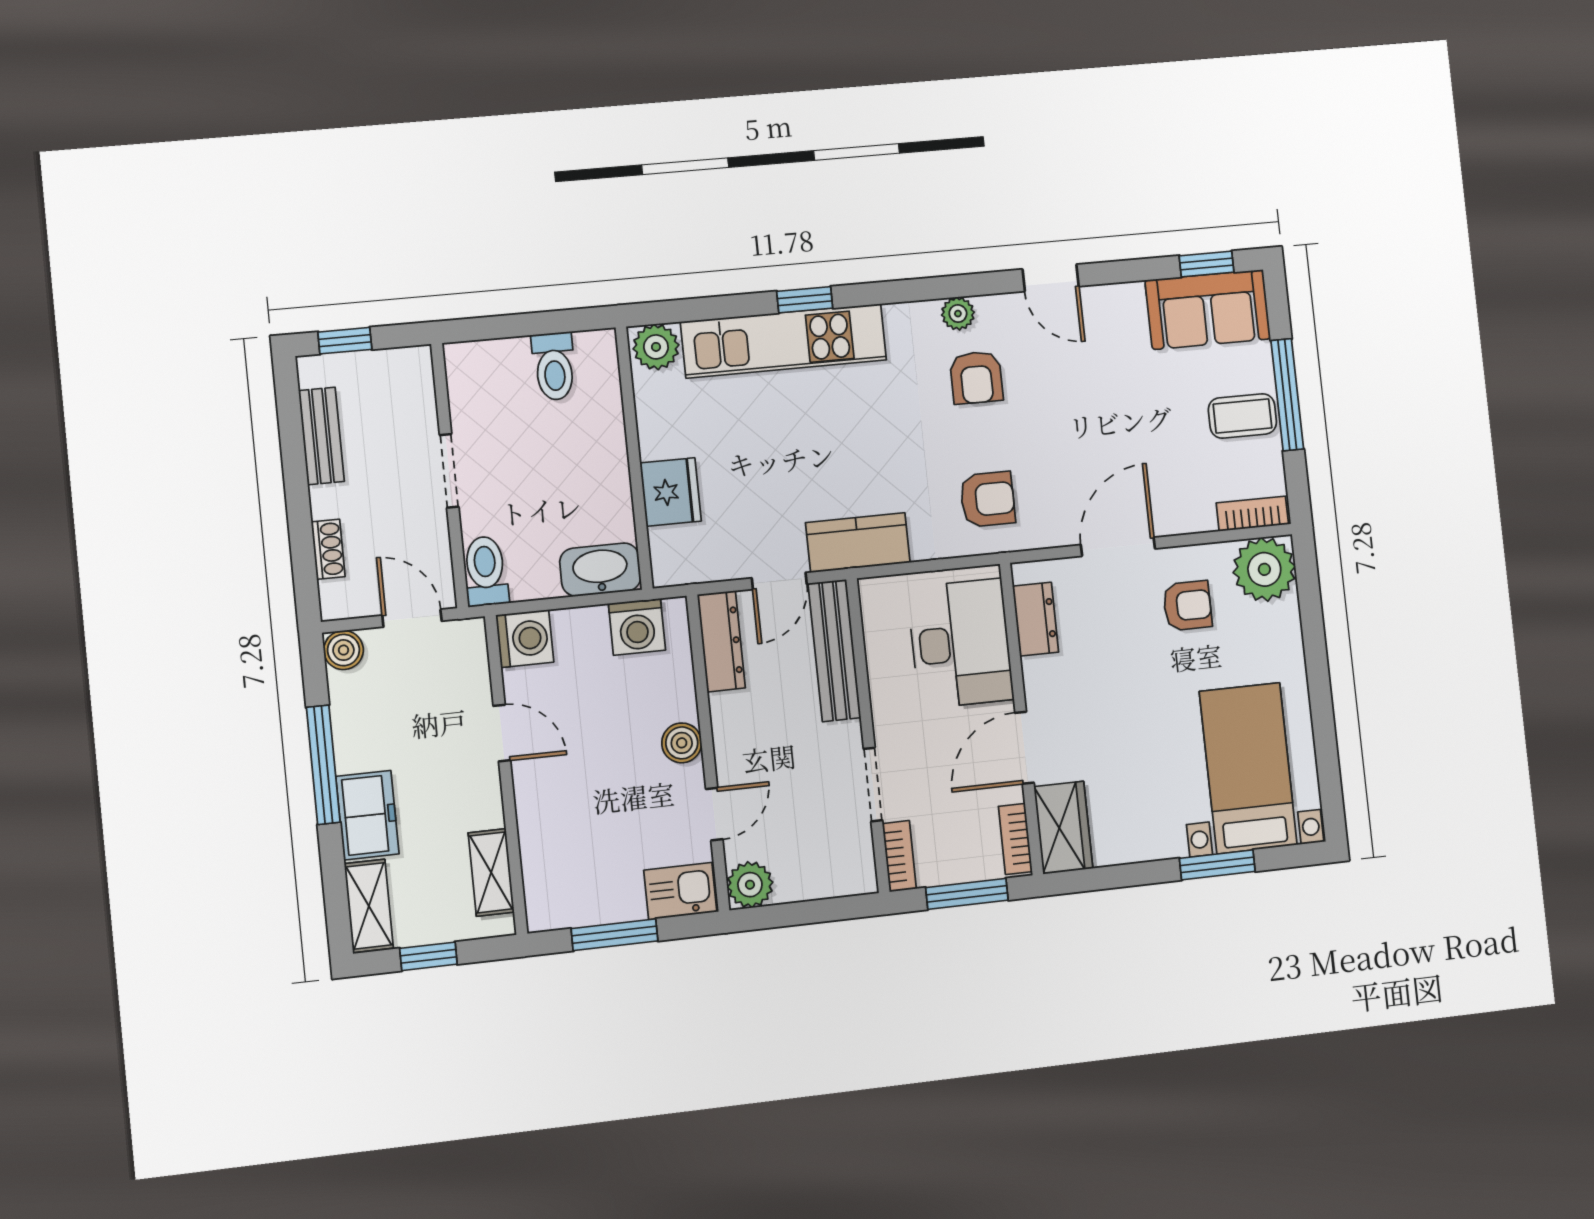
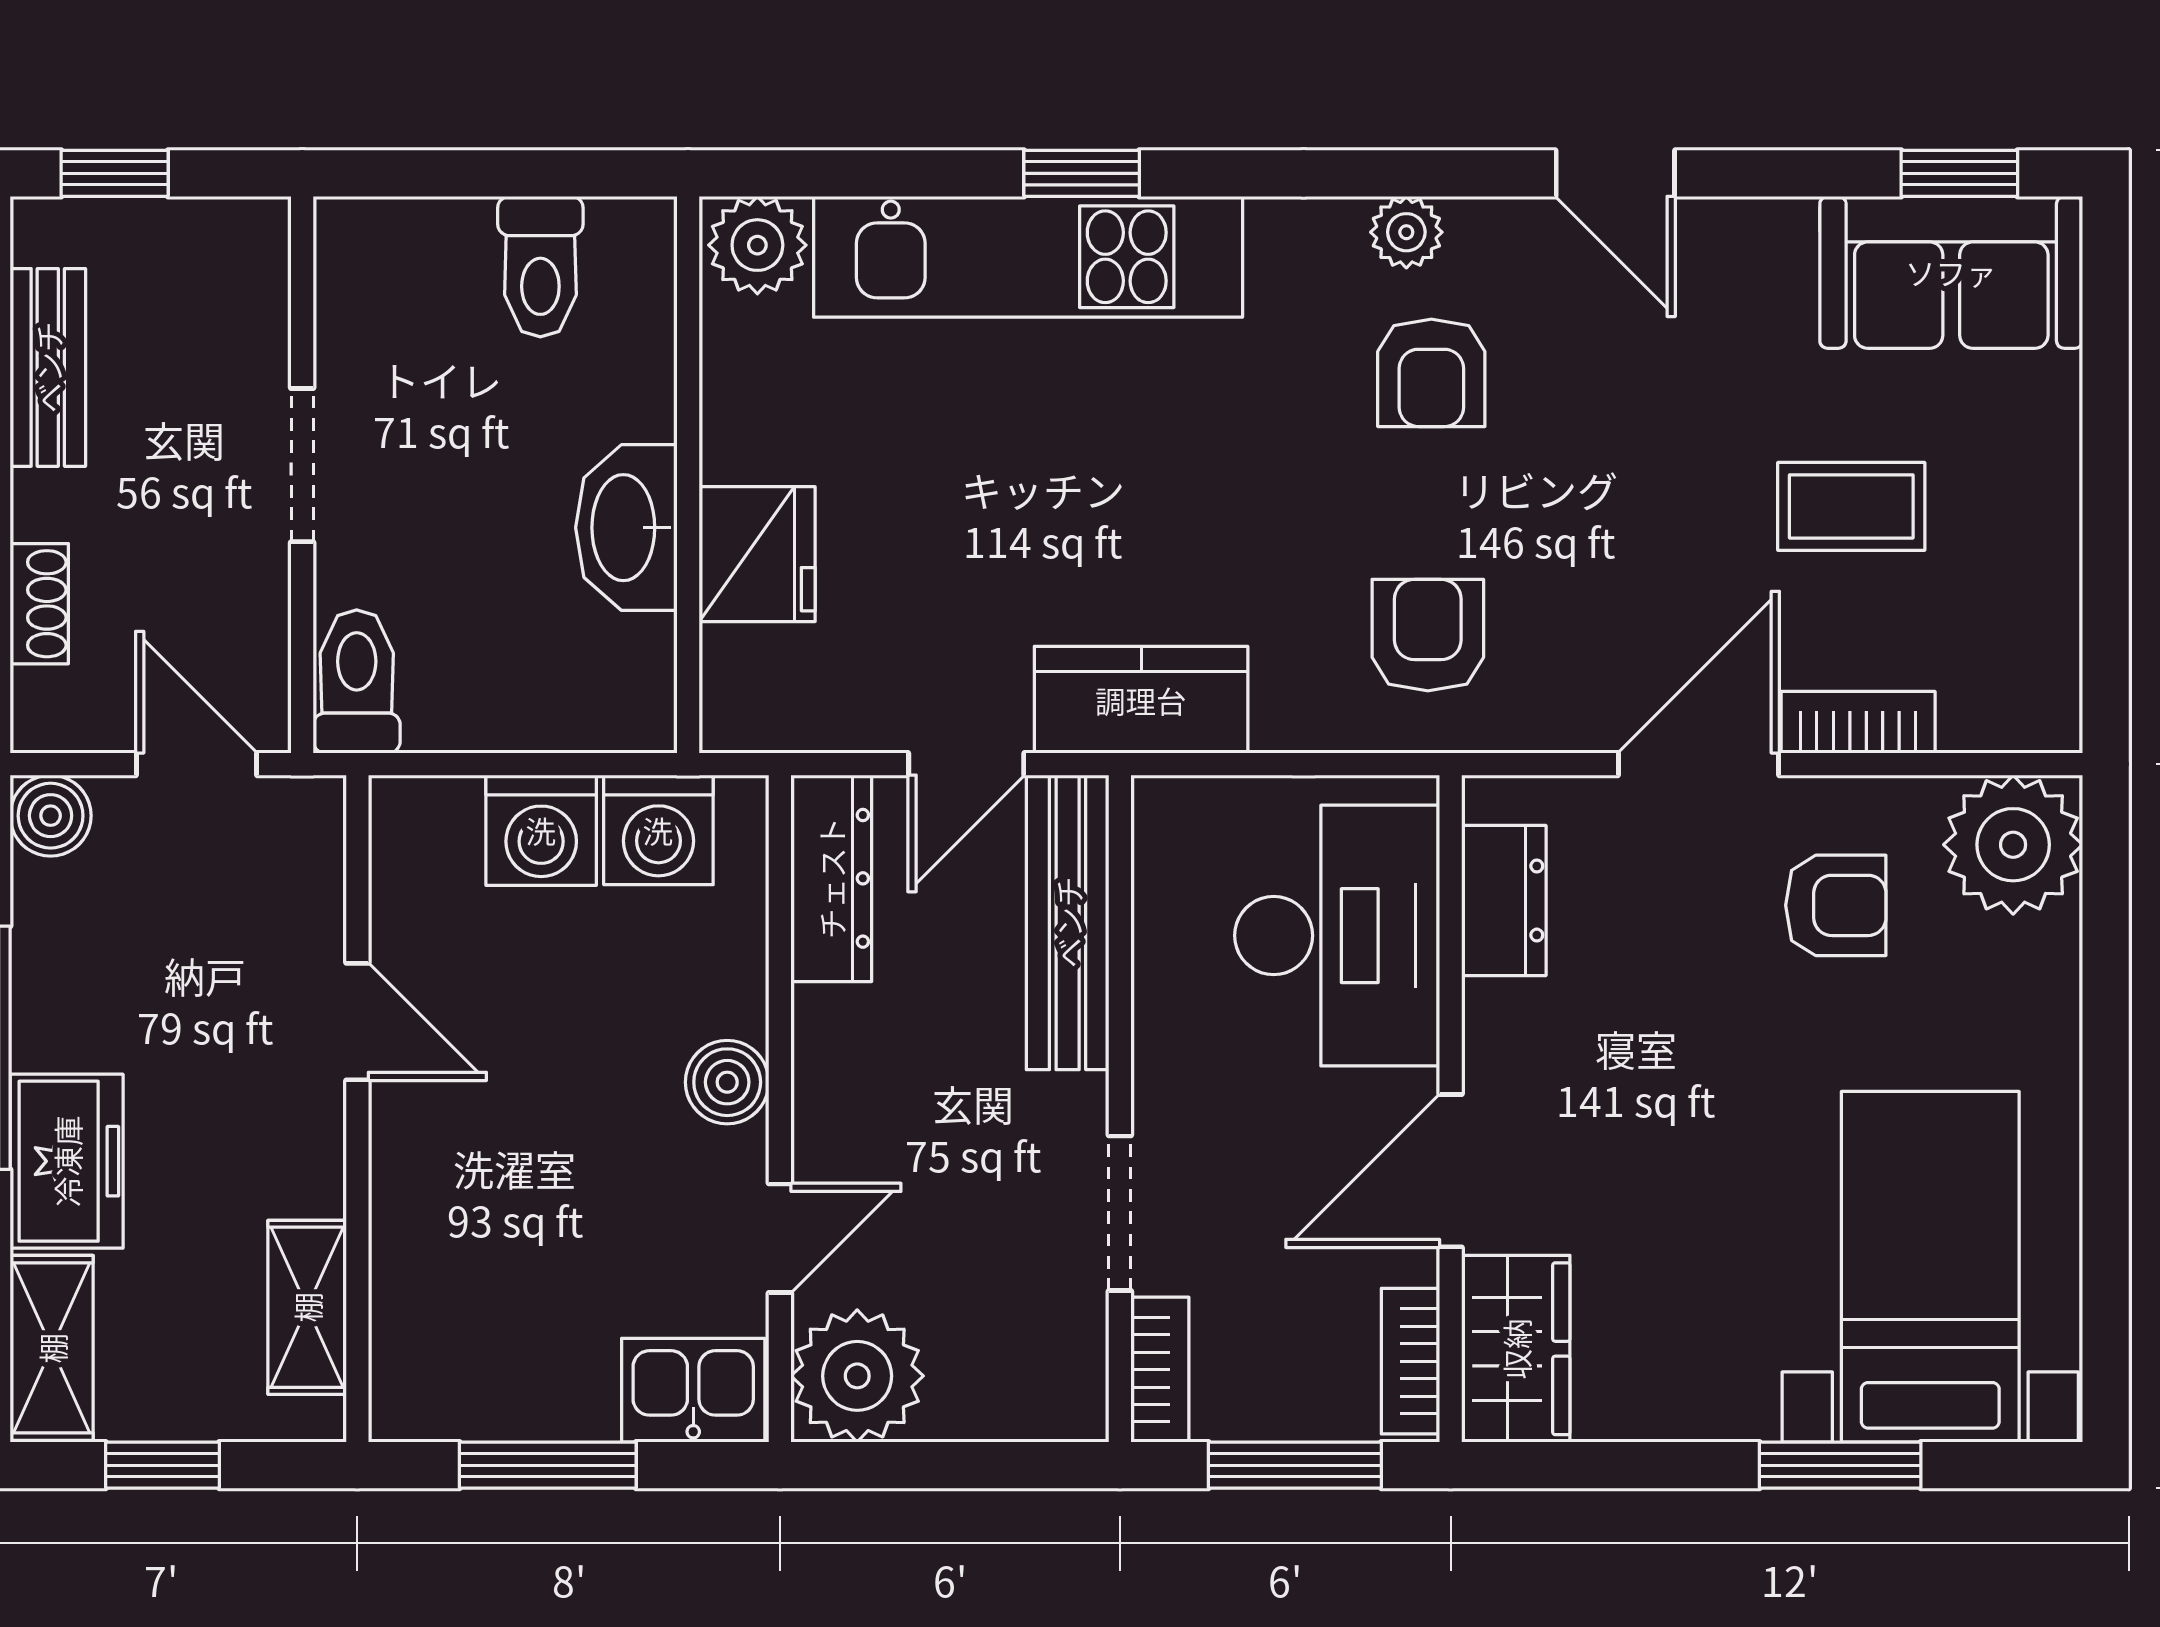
window: (1287, 395) -> (2106, 473), removed
coffee table: (1242, 416) -> (1851, 506), moved
armchair: (988, 499) -> (1428, 635), turned -90
bookcase: (1252, 514) -> (1858, 722), moved
washbasin: (600, 570) -> (626, 528), moved, turned -90
washing machine: (525, 639) -> (541, 830), moved, turned 90
plant: (750, 885) -> (857, 1376), width x1.36, depth x1.36

